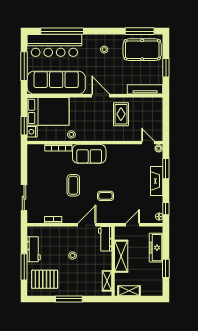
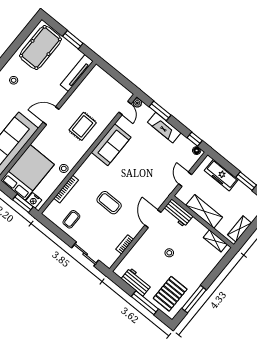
window: (140, 31) -> (23, 37), removed
rug: (121, 114) -> (83, 126), moved, turned 90
door: (148, 143) -> (125, 108), swing flipped
sofa: (89, 154) -> (111, 145), moved
coffee table: (105, 196) -> (71, 219), moved
window: (69, 299) -> (194, 299), moved

